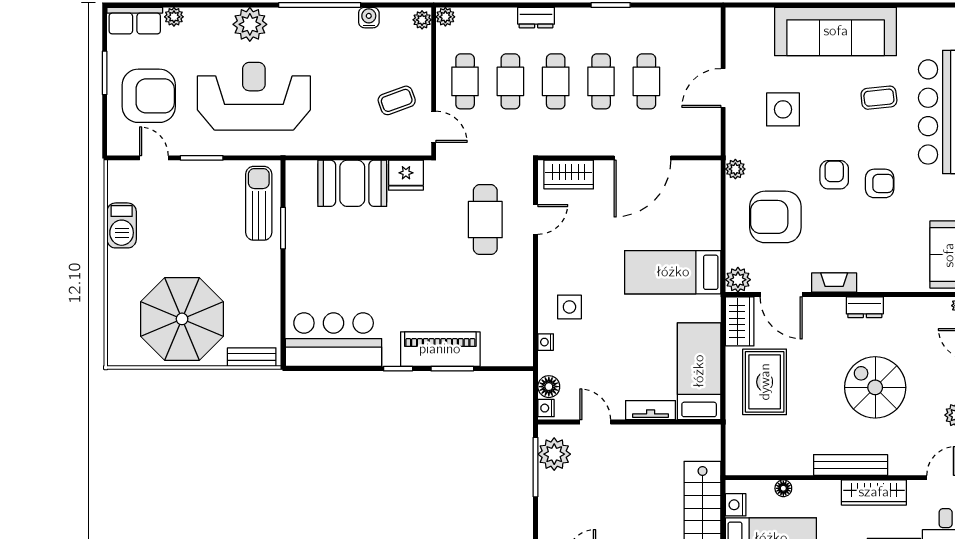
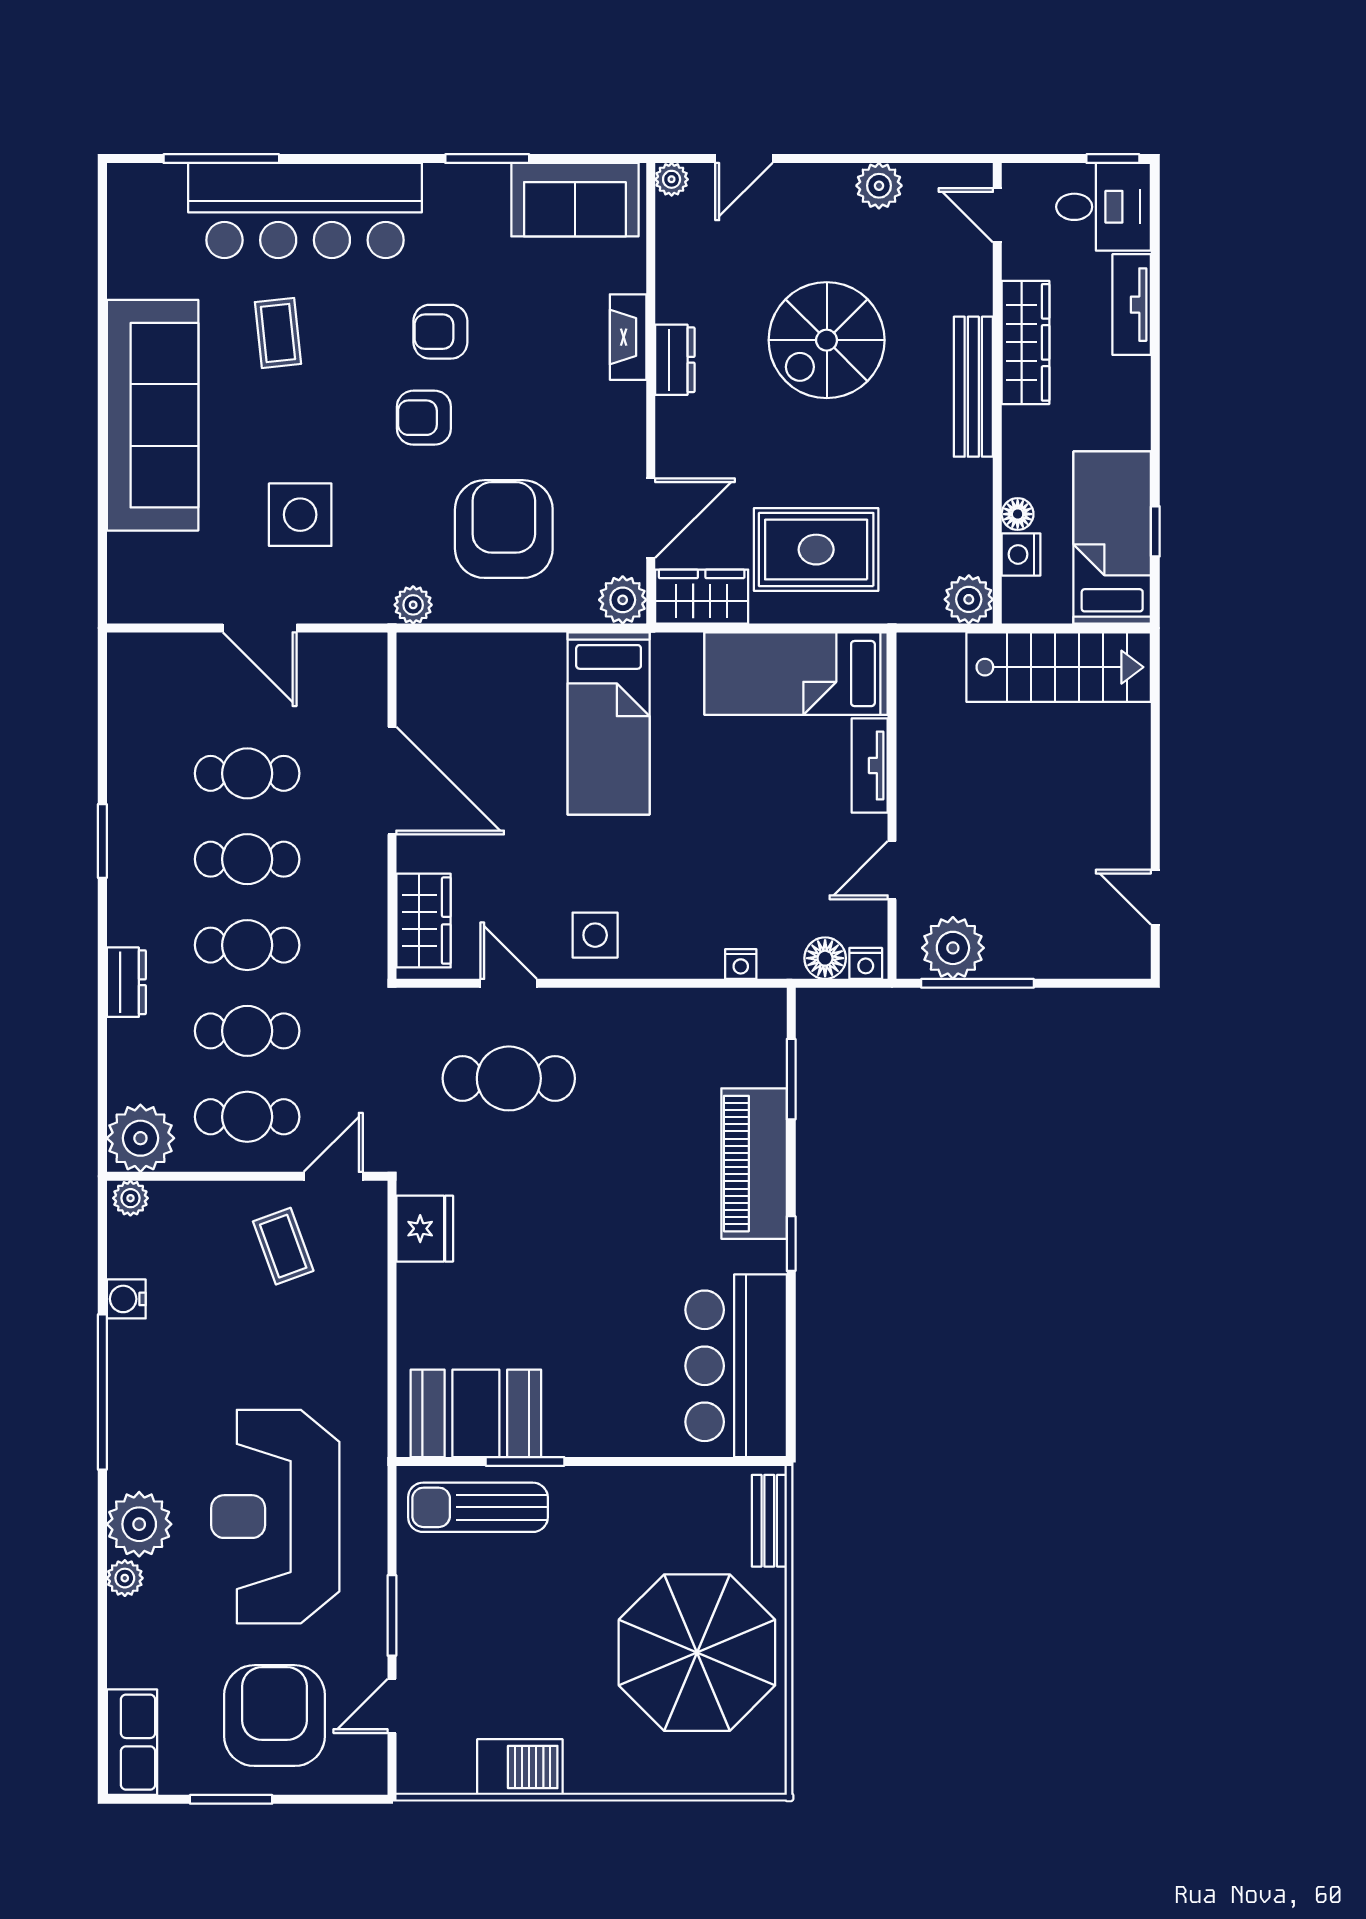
plant: (174, 17) -> (125, 1578), moved
plant: (445, 17) -> (140, 1138), width x1.88, depth x1.88
booth: (352, 183) -> (476, 1413), moved, turned 90
armchair: (880, 183) -> (440, 332), turned -90
armchair: (775, 217) -> (504, 529), turned 180
fireplace: (834, 283) -> (628, 337), moved
side table: (569, 307) -> (595, 935), moved
window: (452, 369) -> (791, 1079), moved
plant: (738, 462) -> (969, 599), added
nightstand: (736, 505) -> (1021, 554), moved, turned 90

